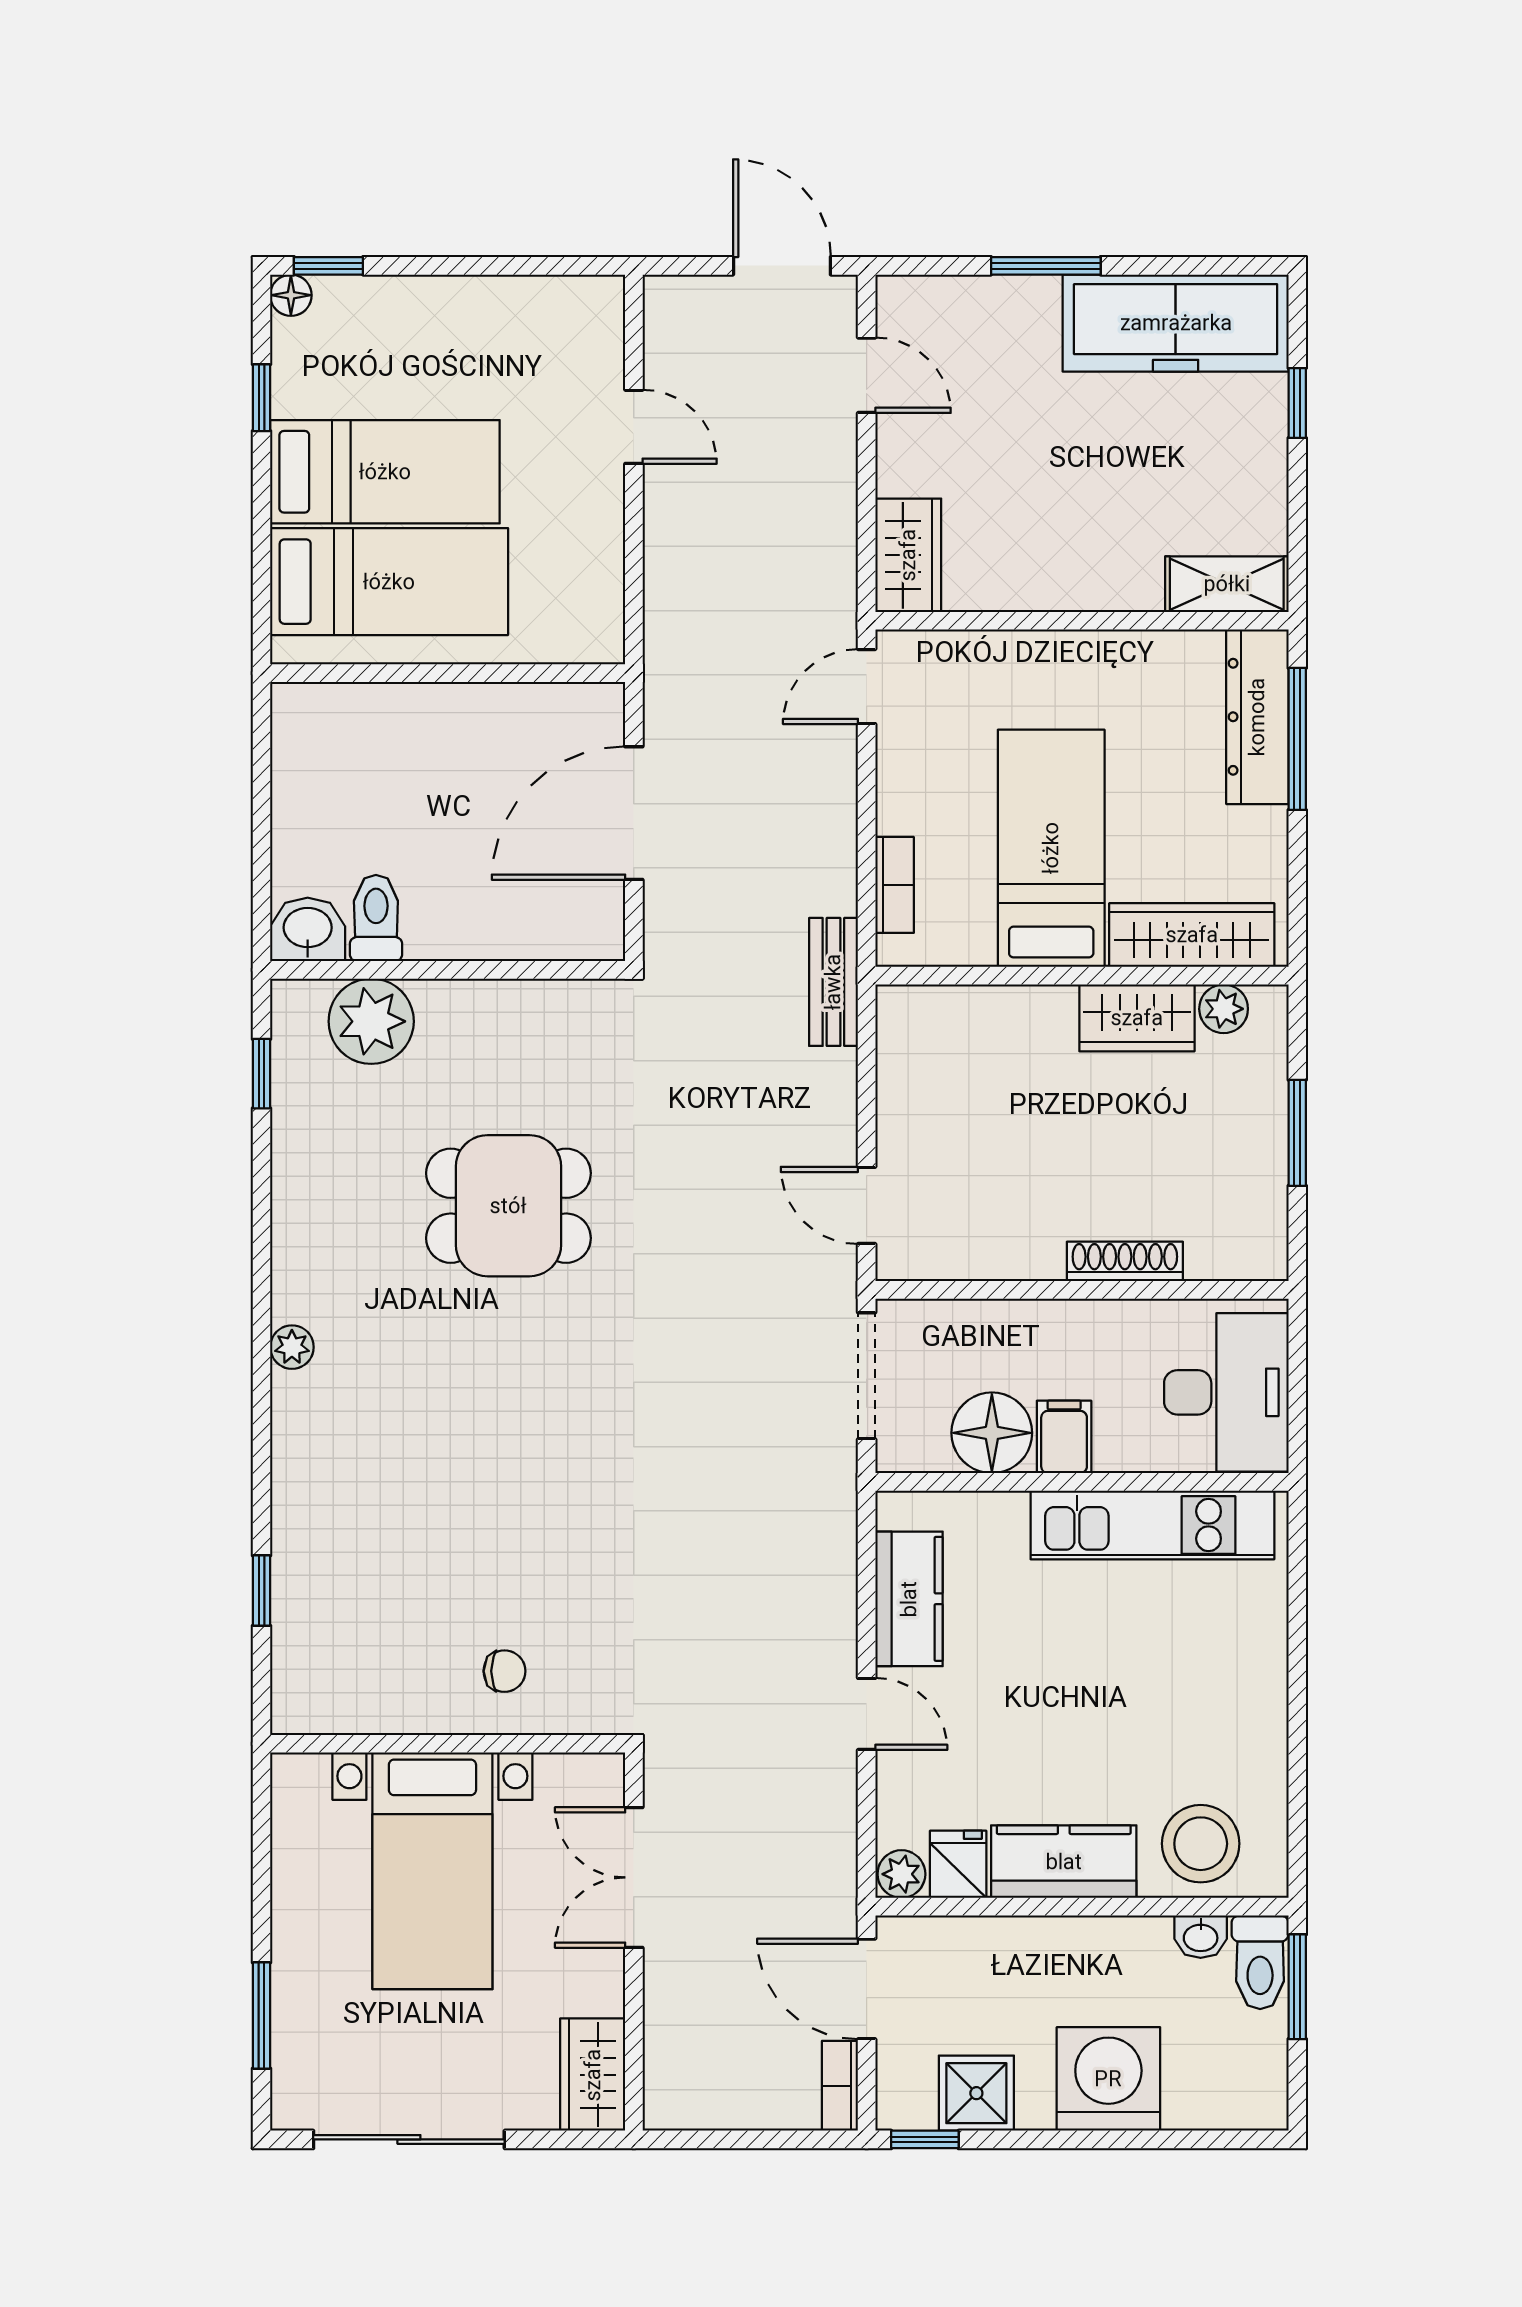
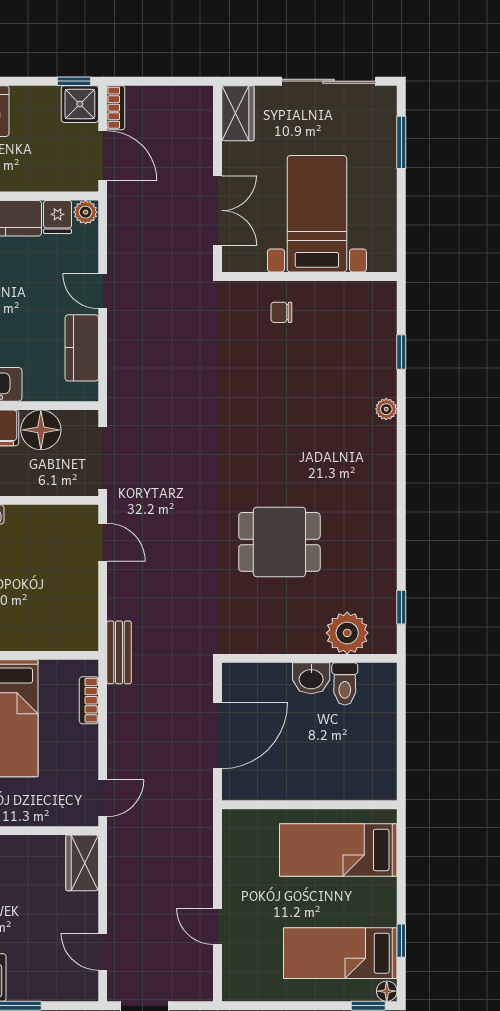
bed: (385, 472) -> (340, 953), moved
washbasin: (308, 929) -> (311, 678), moved
plant: (292, 1347) -> (386, 409), moved
shower: (976, 2093) -> (80, 104), moved

